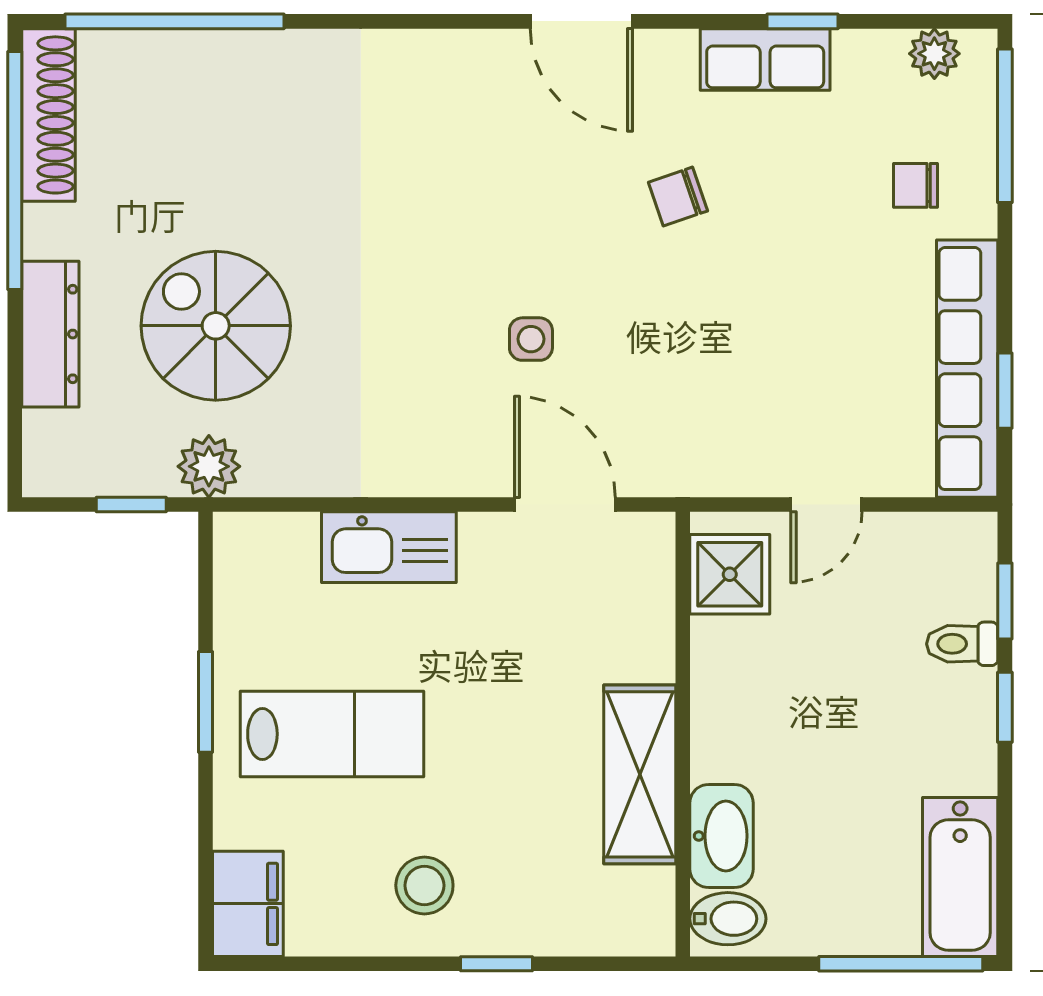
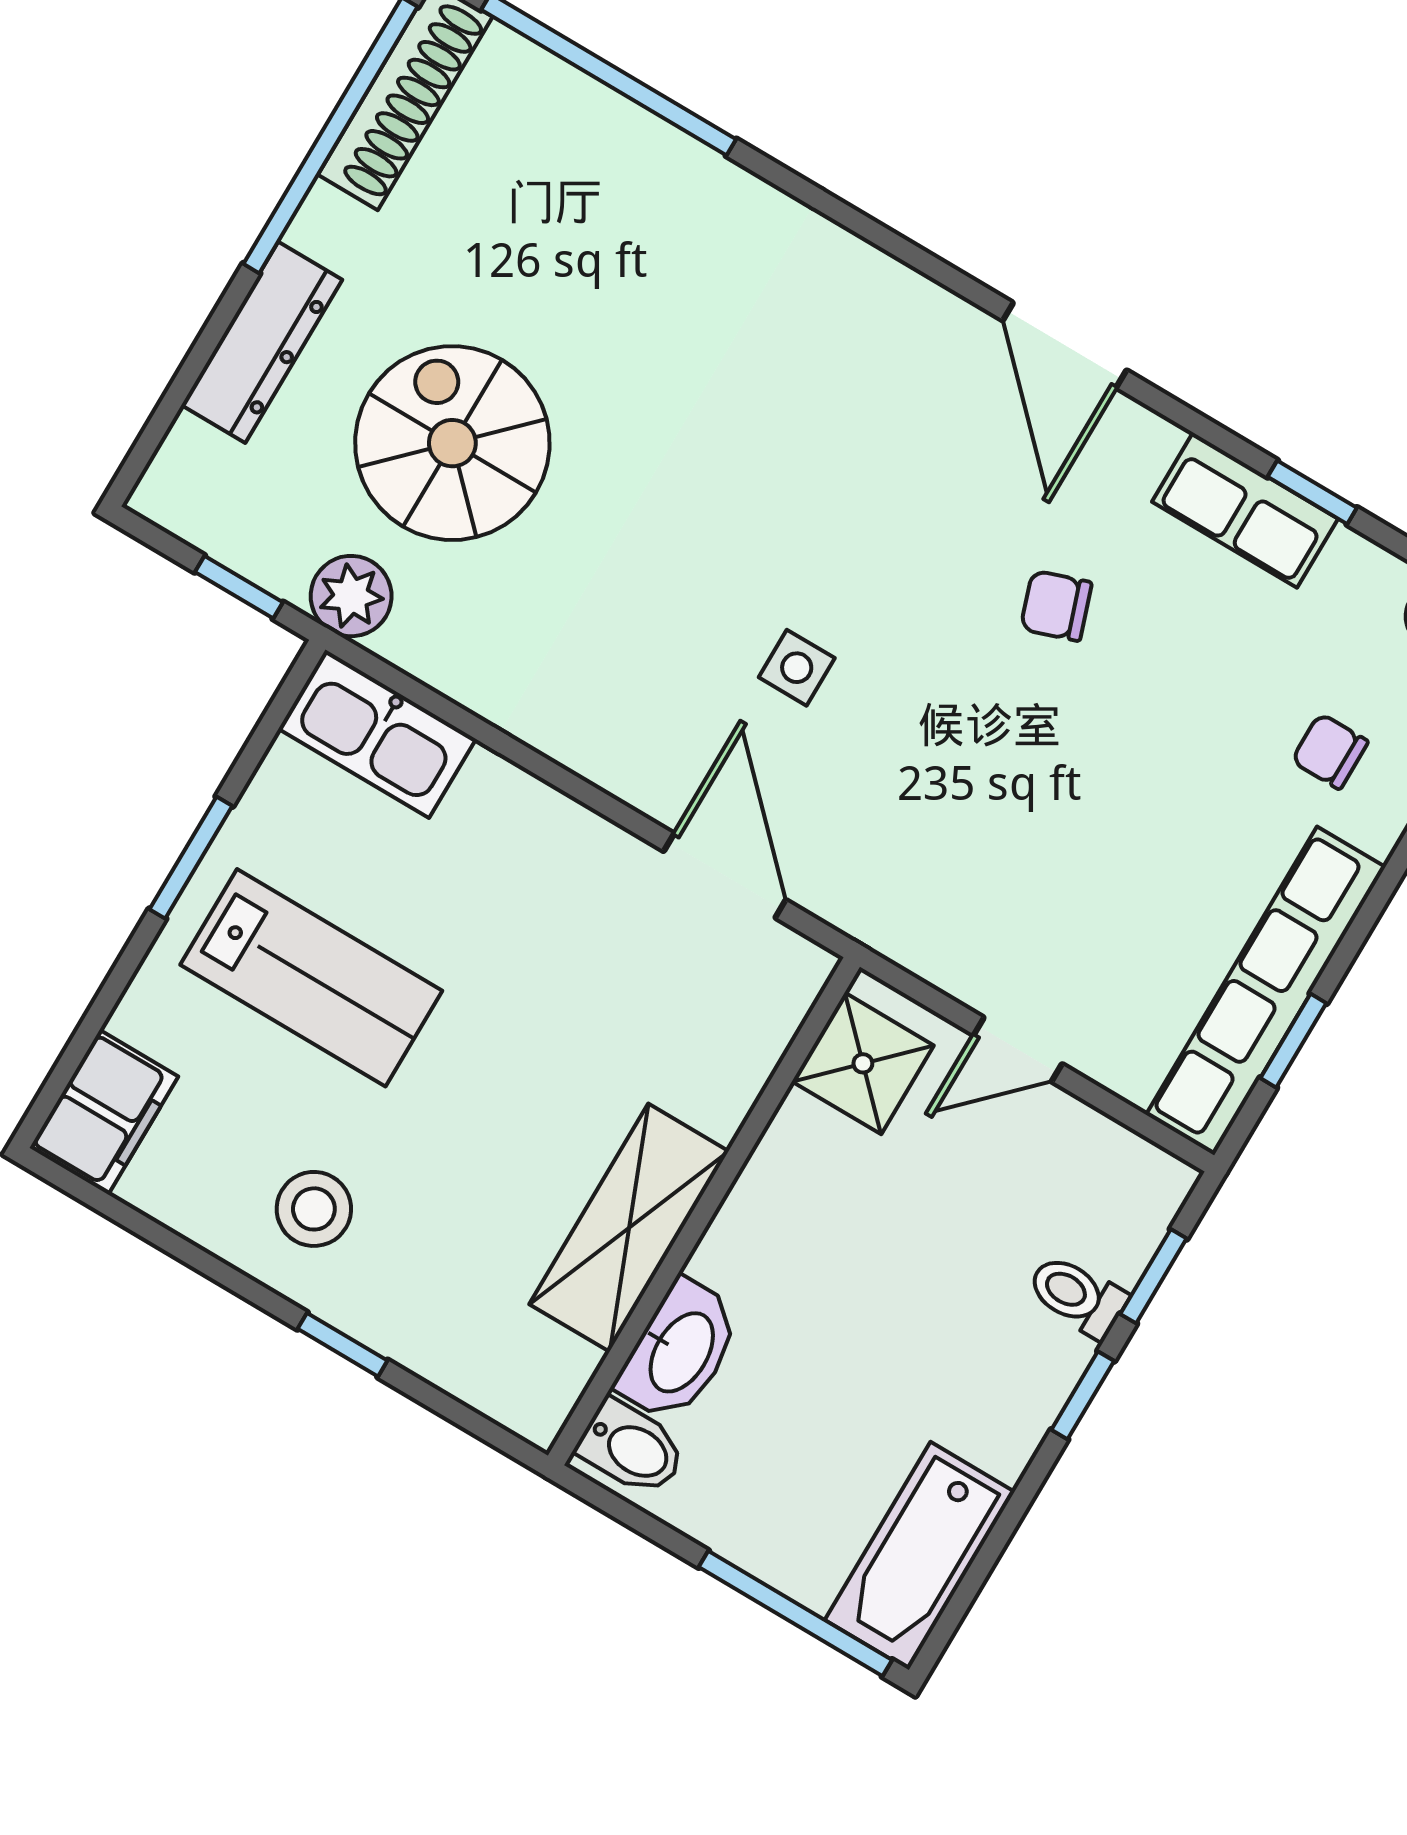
kitchen sink: (389, 547) -> (377, 734), moved

